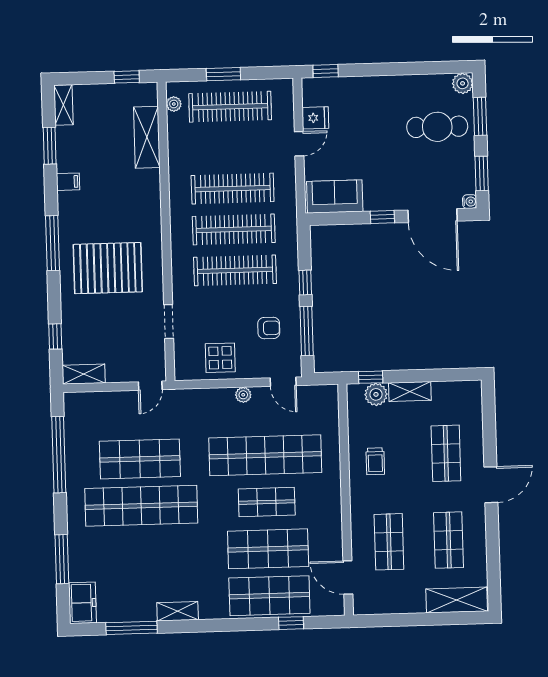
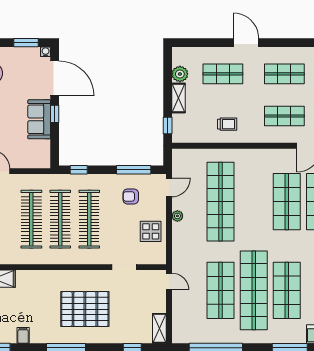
sofa: (335, 196) -> (39, 119), moved
door: (433, 216) -> (55, 78), hinge flipped
pallet: (108, 268) -> (85, 309), turned 90
window: (305, 283) -> (79, 170), moved
armchair: (269, 328) -> (131, 196), turned -90
plant: (376, 394) -> (180, 74), moved
shop shelf: (267, 502) -> (287, 290), moved, width x1.43, depth x1.36

